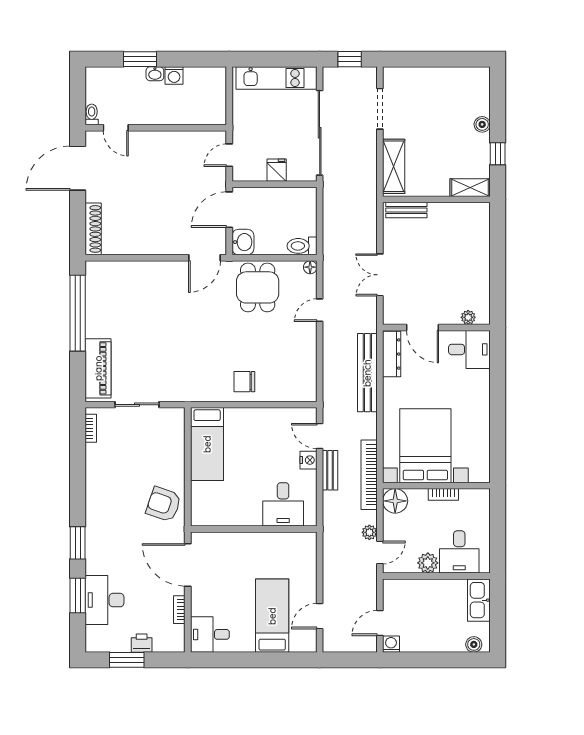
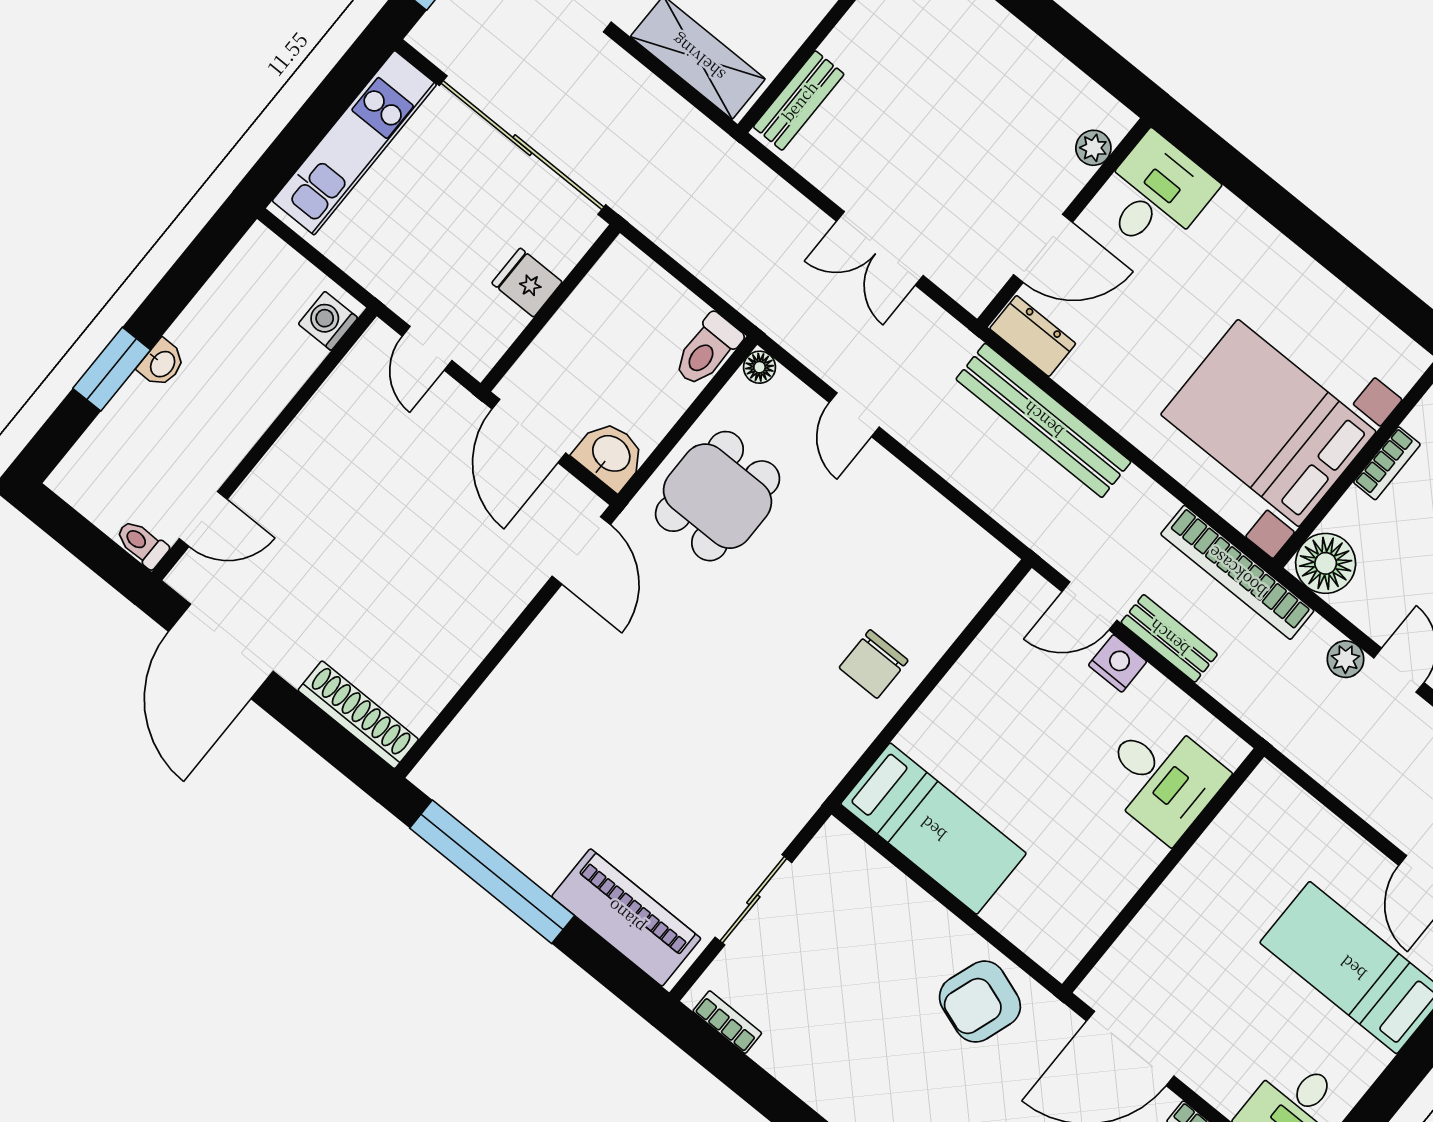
washing machine: (174, 75) -> (328, 321), moved, turned 180
dining table: (258, 287) -> (718, 496), turned 90
dresser: (392, 354) -> (1033, 336), width x0.70

